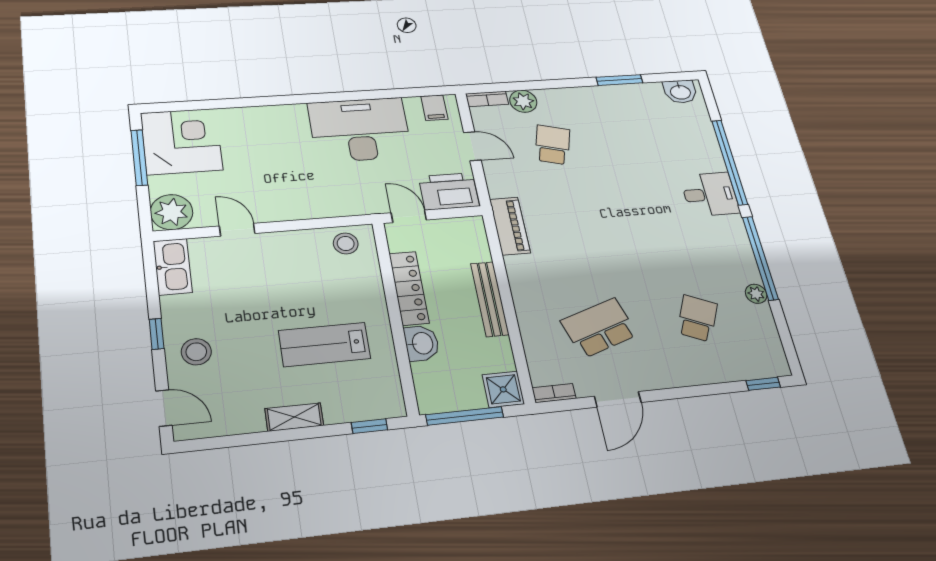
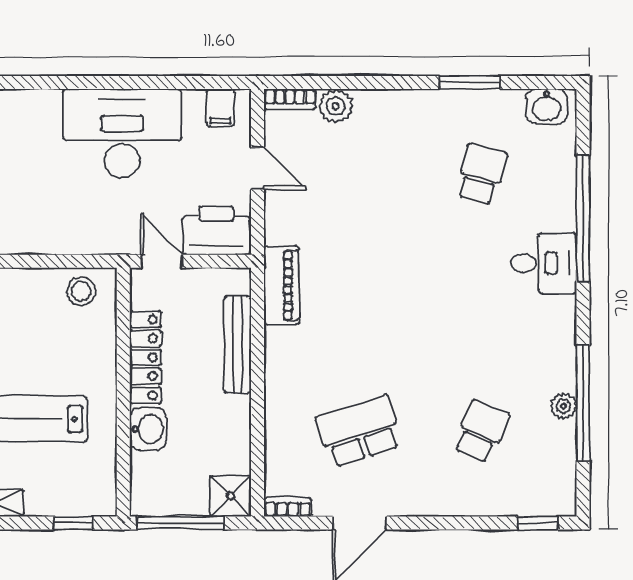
school desk: (553, 145) -> (481, 174), moved
window: (760, 258) -> (583, 403), moved
bench: (490, 299) -> (237, 345), moved

